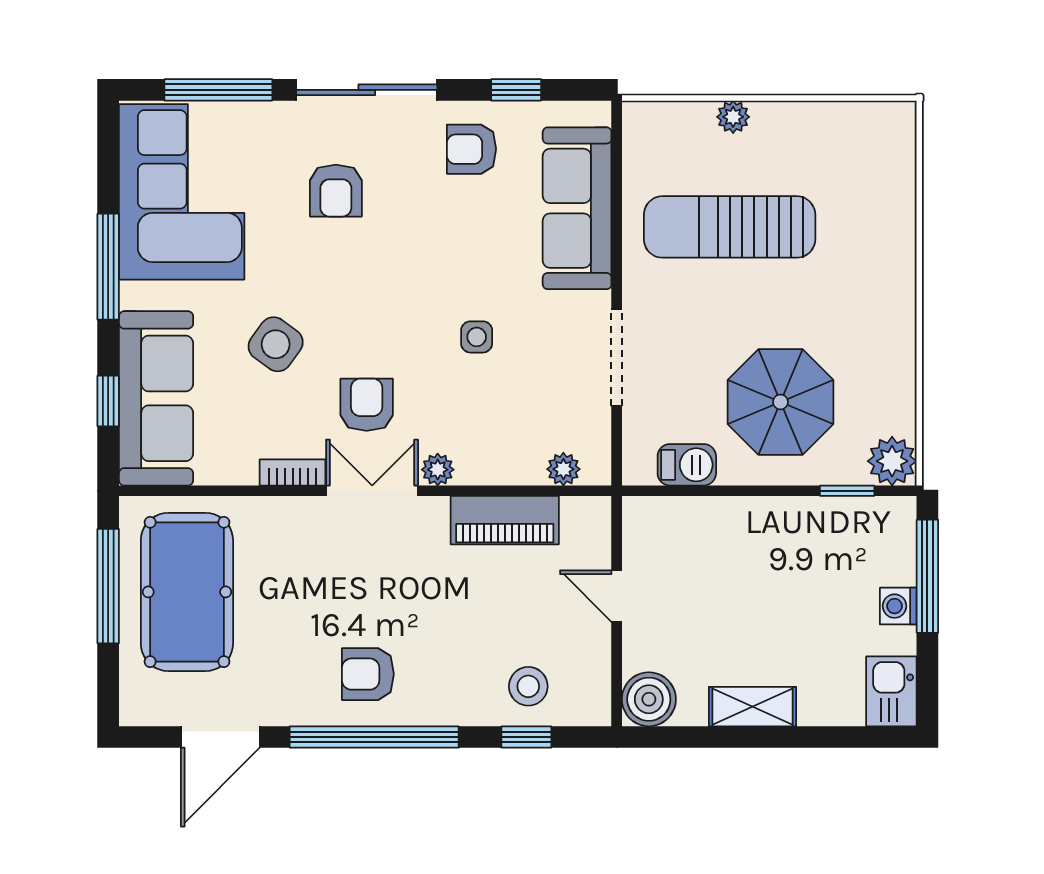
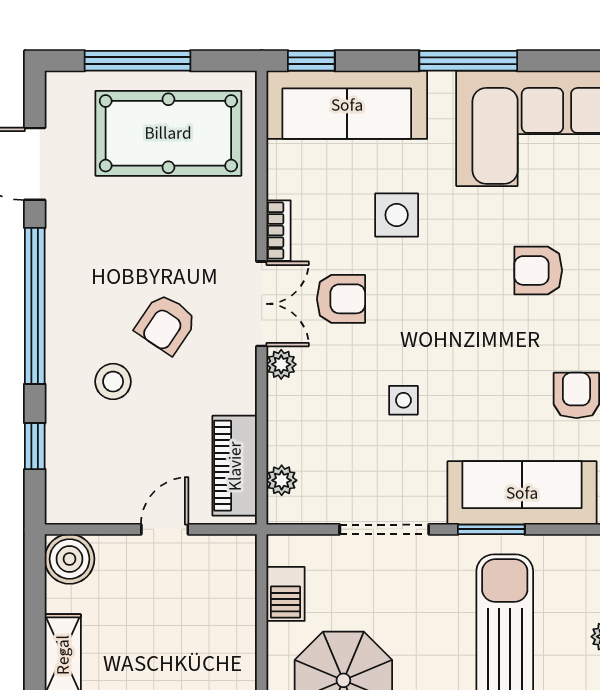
window: (617, 242) -> (491, 529), added
side table: (276, 344) -> (397, 215), turned -36
window: (108, 401) -> (311, 61), moved
piano: (505, 520) -> (235, 466), moved
window: (108, 586) -> (138, 61), moved
armchair: (368, 674) -> (166, 324), moved, turned -146
stool: (528, 686) -> (113, 382), moved

